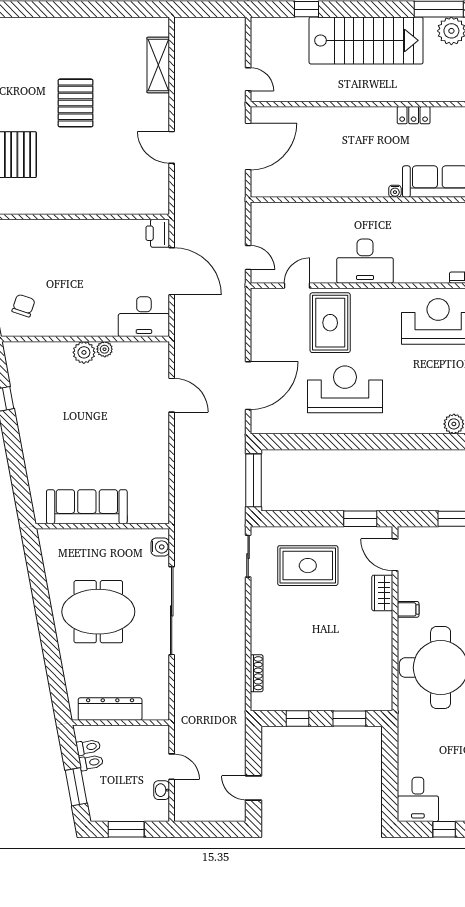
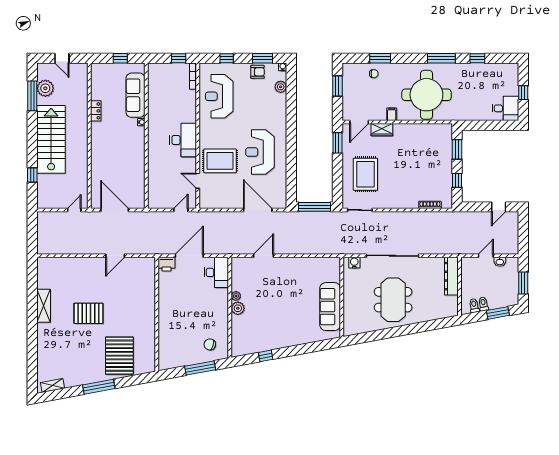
shelving: (158, 65) -> (44, 306), moved, turned 90
dresser: (110, 709) -> (451, 276), moved

